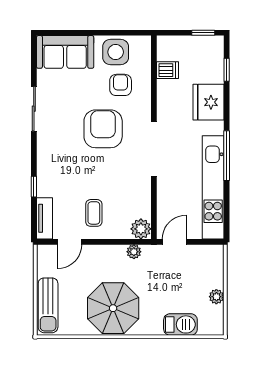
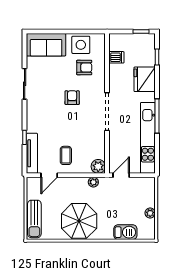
armchair: (121, 85) -> (84, 67), turned 90
armchair: (103, 129) -> (72, 98), width x0.53, depth x0.53
tv unit: (45, 218) -> (32, 153), width x1.41

